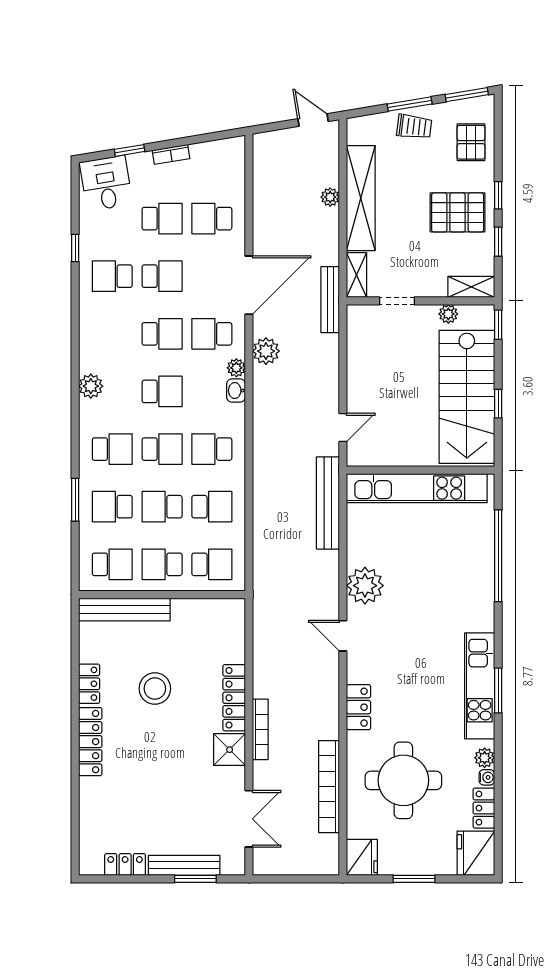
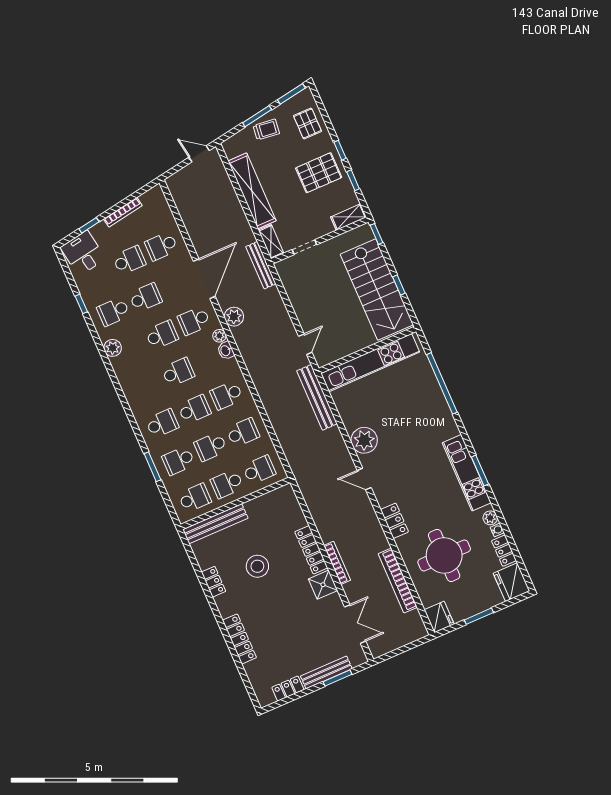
bookcase: (171, 154) -> (123, 212), width x1.56
plant: (330, 197) -> (232, 199), removed
plant: (448, 314) -> (341, 241), removed
plant: (91, 386) -> (113, 348), moved
locker: (90, 742) -> (239, 639), moved

